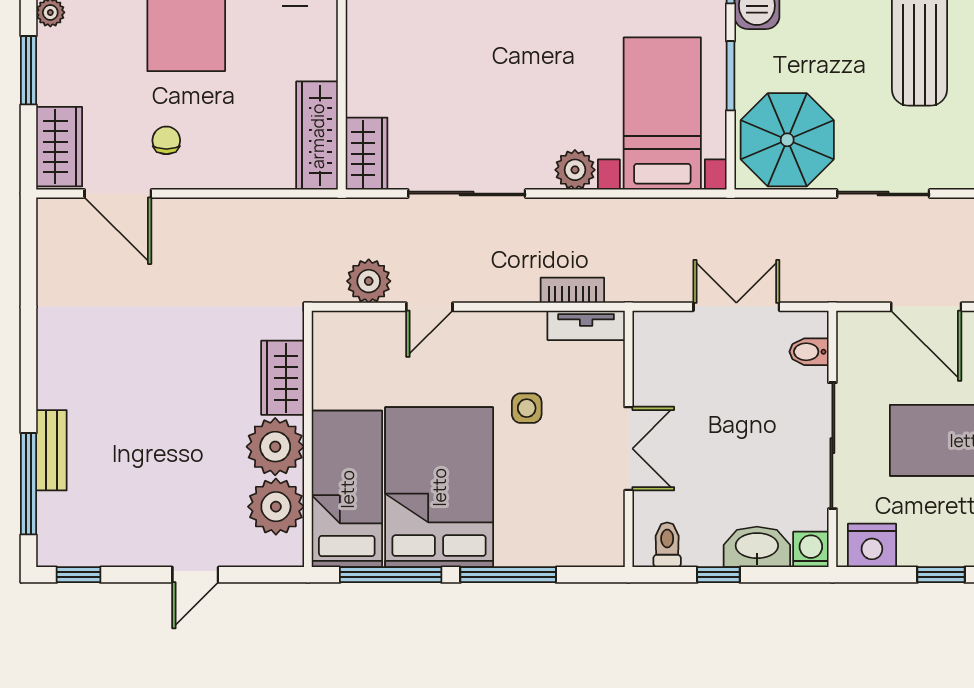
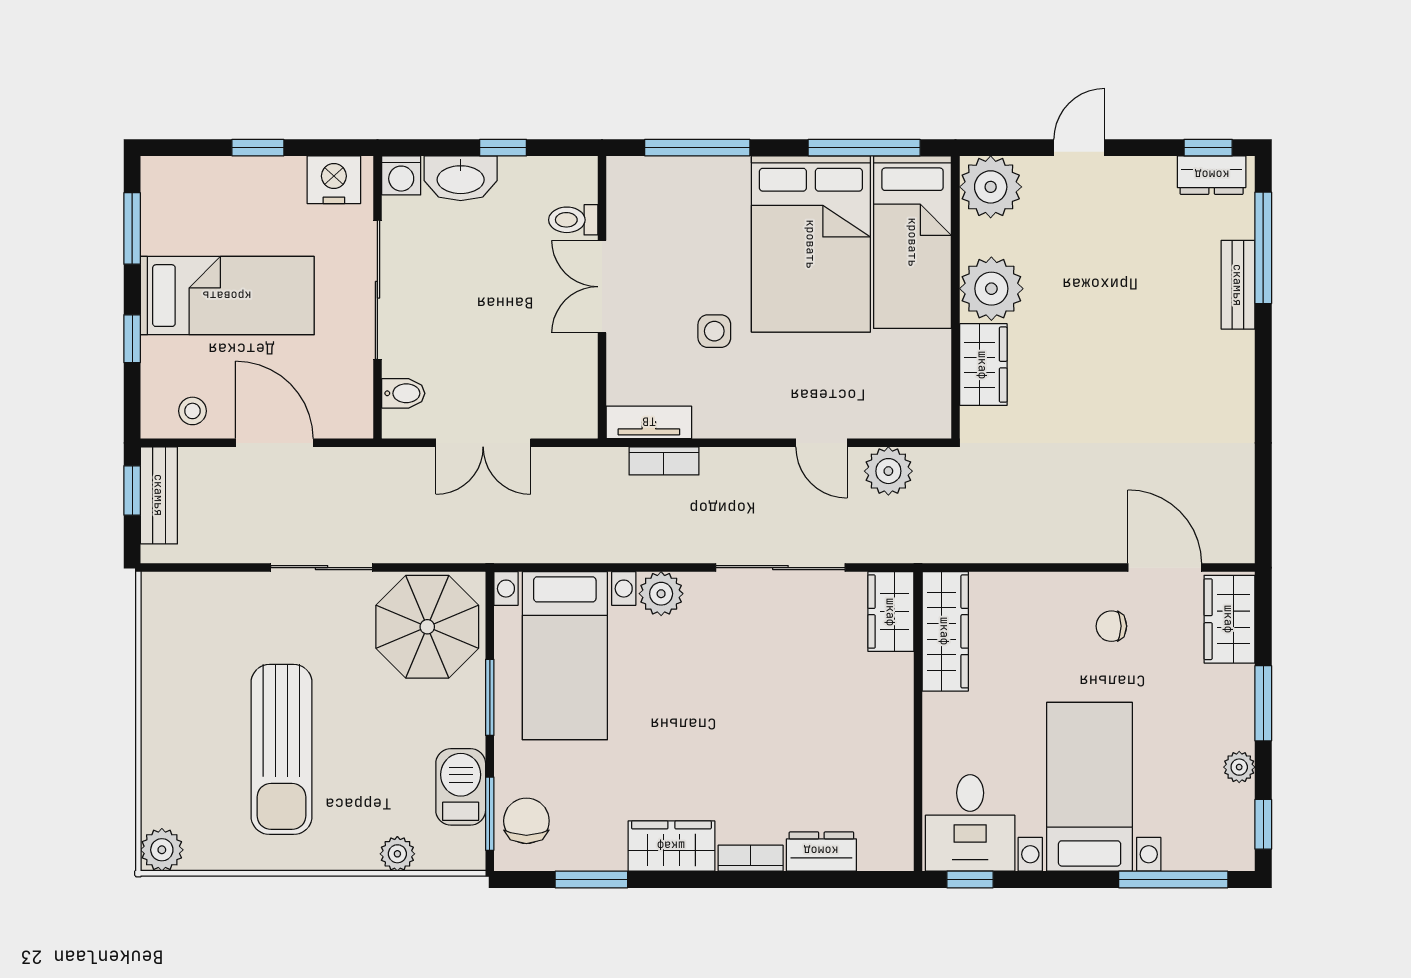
chair: (166, 140) -> (1111, 626), turned 90
door: (429, 307) -> (821, 443), swing flipped
plant: (276, 507) -> (991, 187), moved
toilet: (667, 545) -> (573, 220), moved, turned 90
dresser: (75, 550) -> (1212, 175), added
window: (508, 575) -> (697, 148), moved

